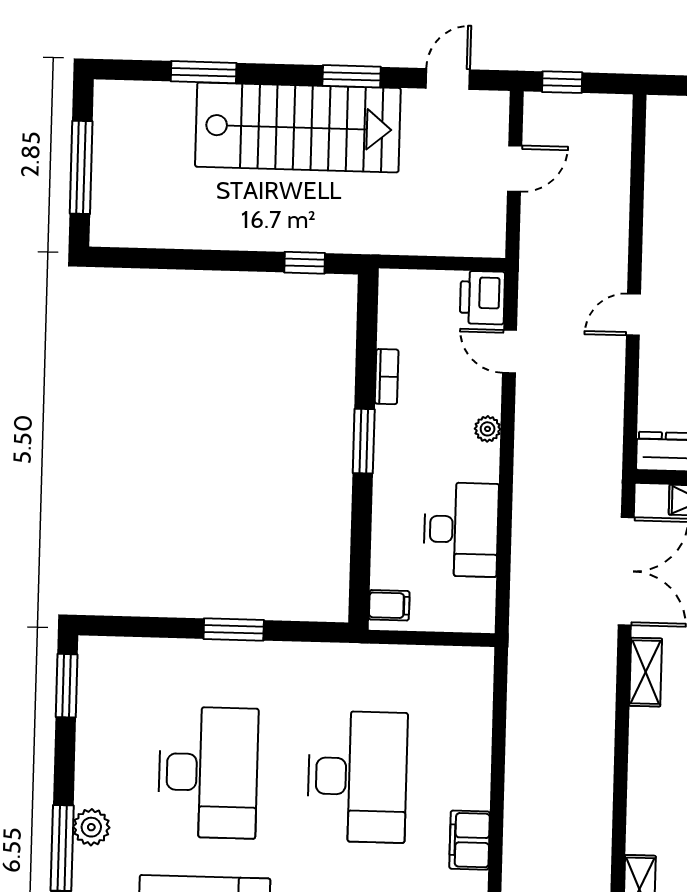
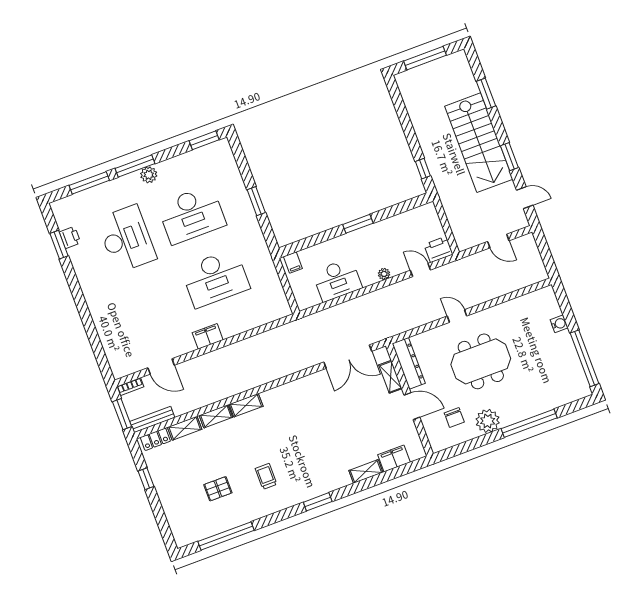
window: (562, 82) -> (543, 246), removed
door: (510, 352) -> (420, 270), hinge flipped
bookcase: (387, 377) -> (389, 223), removed
shelving: (646, 672) -> (246, 405), moved

